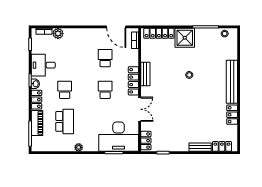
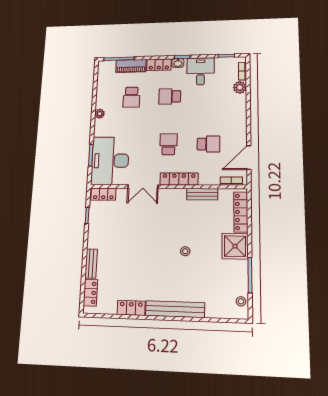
bench: (145, 74) -> (202, 194), moved
school desk: (65, 90) -> (170, 96), turned 180
school desk: (105, 90) -> (169, 144), turned -90
school desk: (65, 121) -> (131, 97), width x0.54

